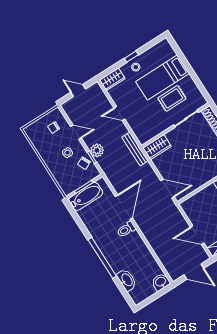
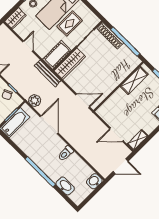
door: (119, 114) -> (28, 46), swing flipped
cot: (150, 131) -> (57, 55), added
wardrobe: (157, 147) -> (70, 64), width x1.50
plant: (97, 150) -> (35, 101), moved
toilet: (126, 229) -> (66, 153), moved

